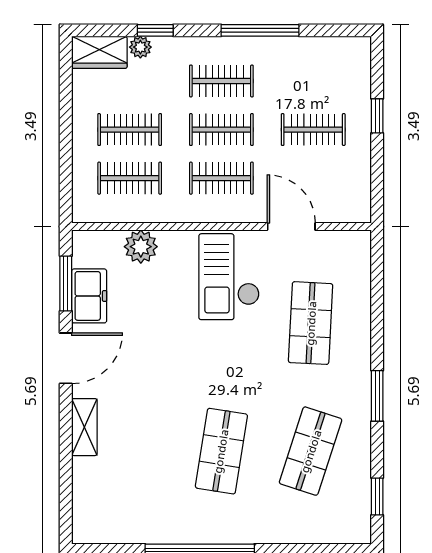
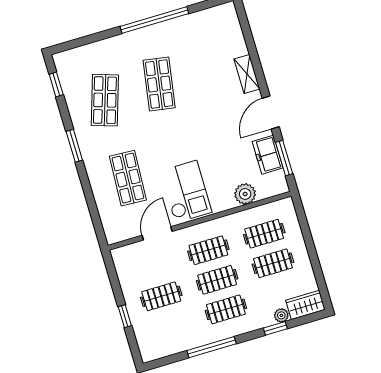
door: (291, 226) -> (157, 233), swing flipped

